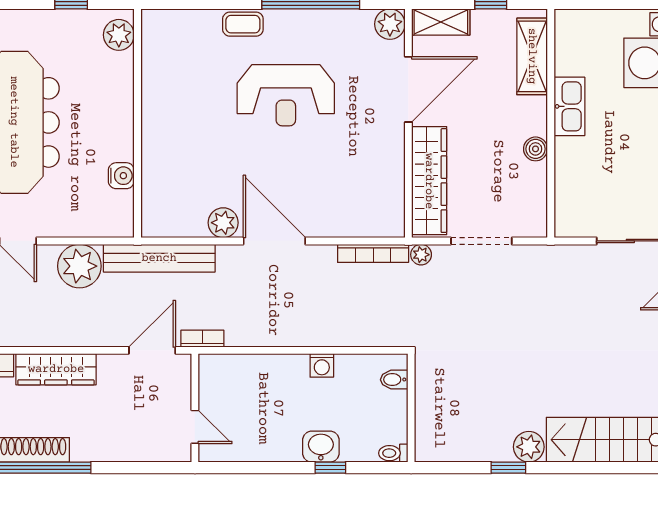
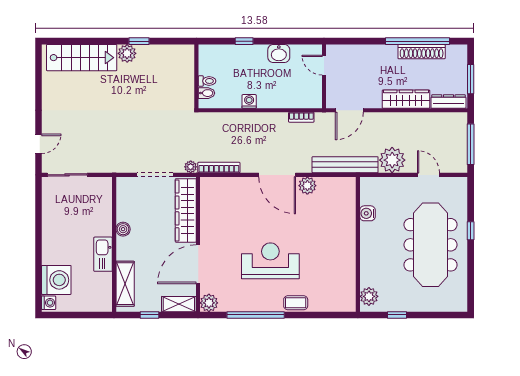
bookcase: (202, 339) -> (301, 117), moved
washbasin: (321, 447) -> (279, 53), moved
toilet: (393, 453) -> (207, 81), moved

